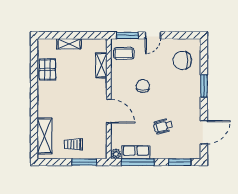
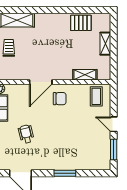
window: (127, 35) -> (114, 149), moved
chair: (182, 61) -> (89, 152), removed
chair: (143, 86) -> (60, 99), moved

